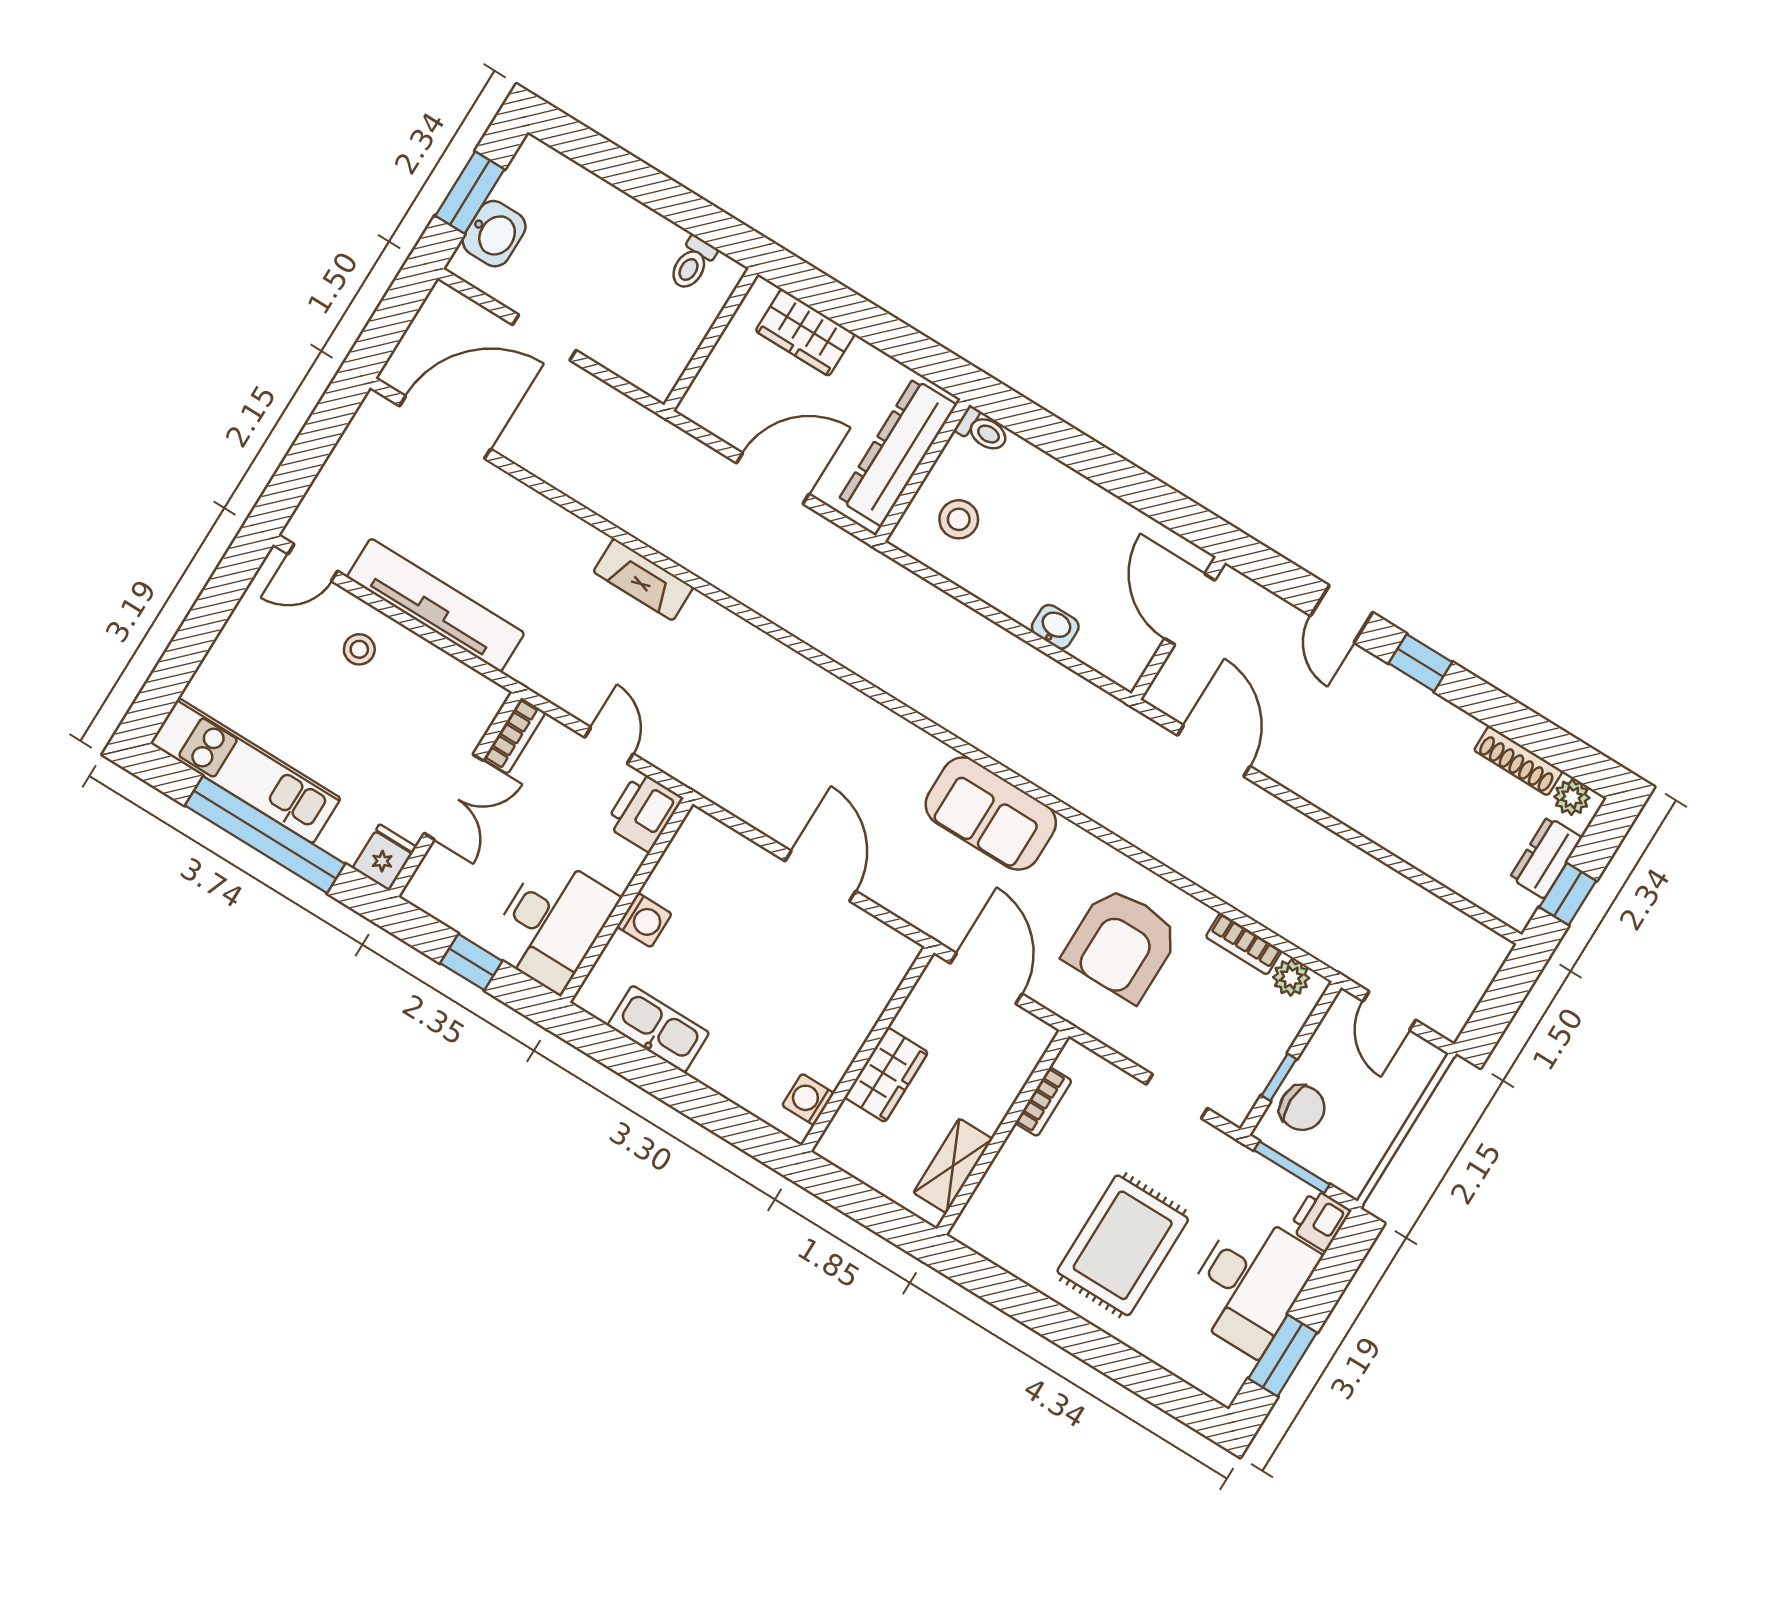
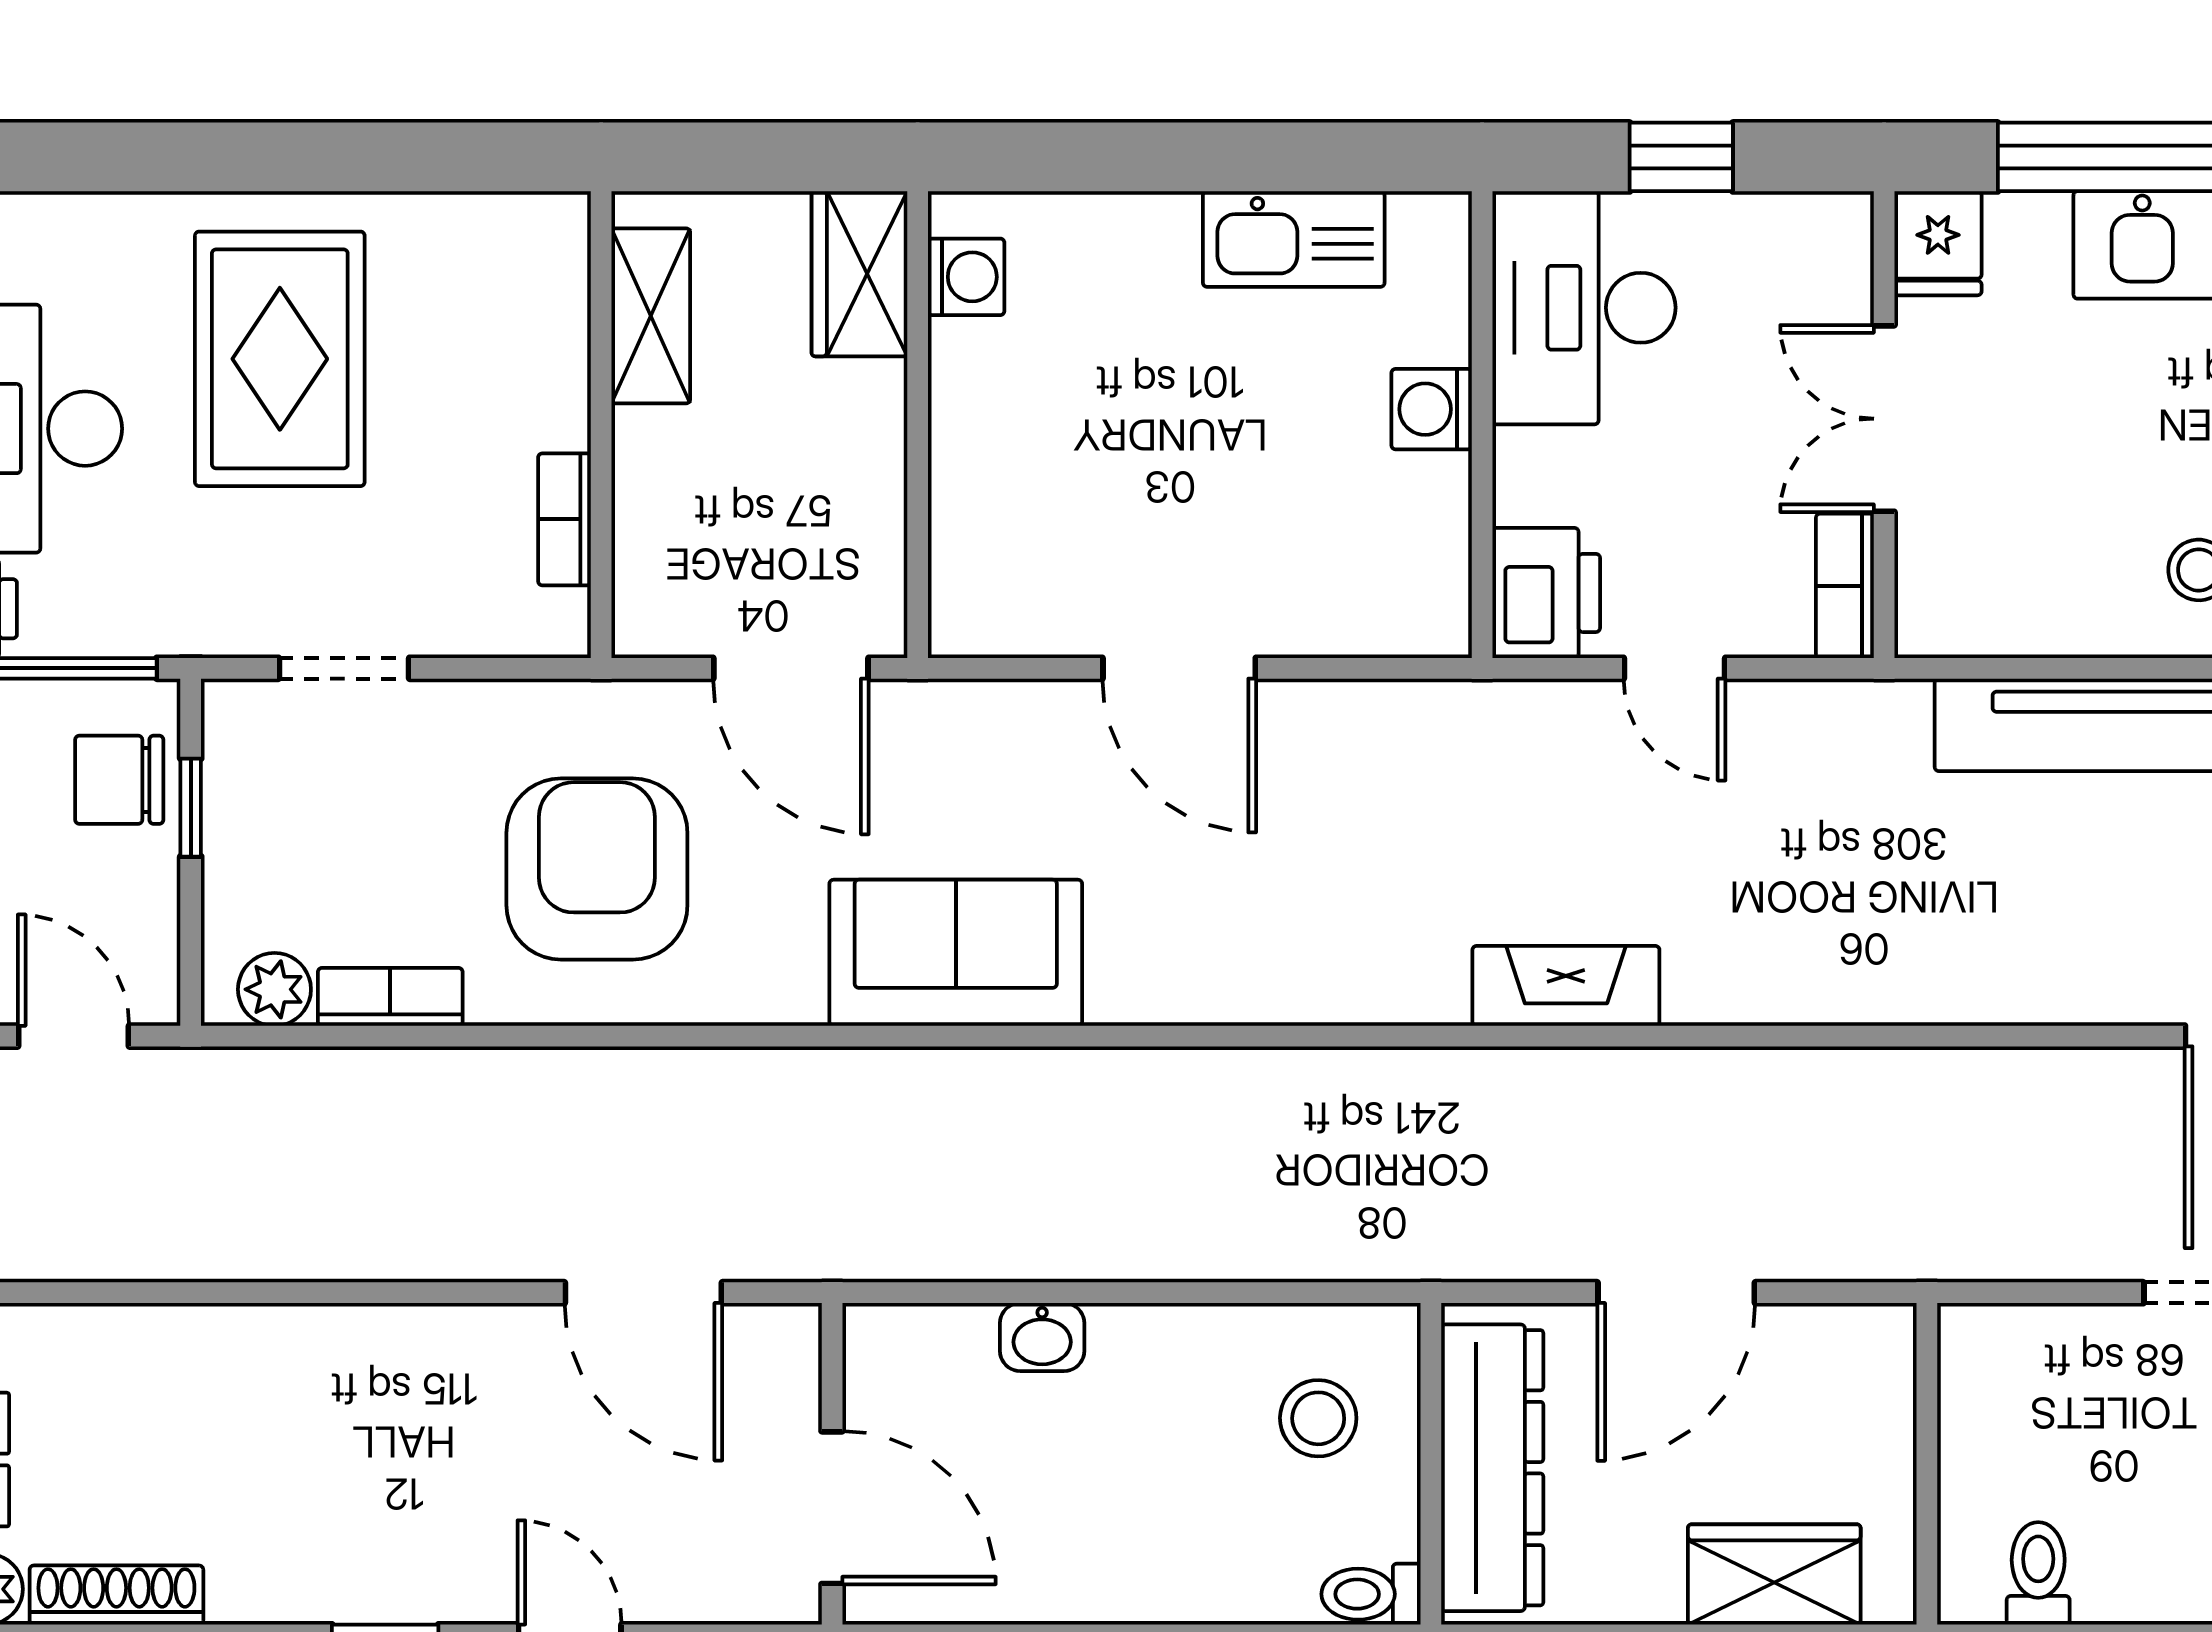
fireplace: (643, 579) -> (1566, 986), moved
wardrobe: (886, 1075) -> (859, 274), moved

